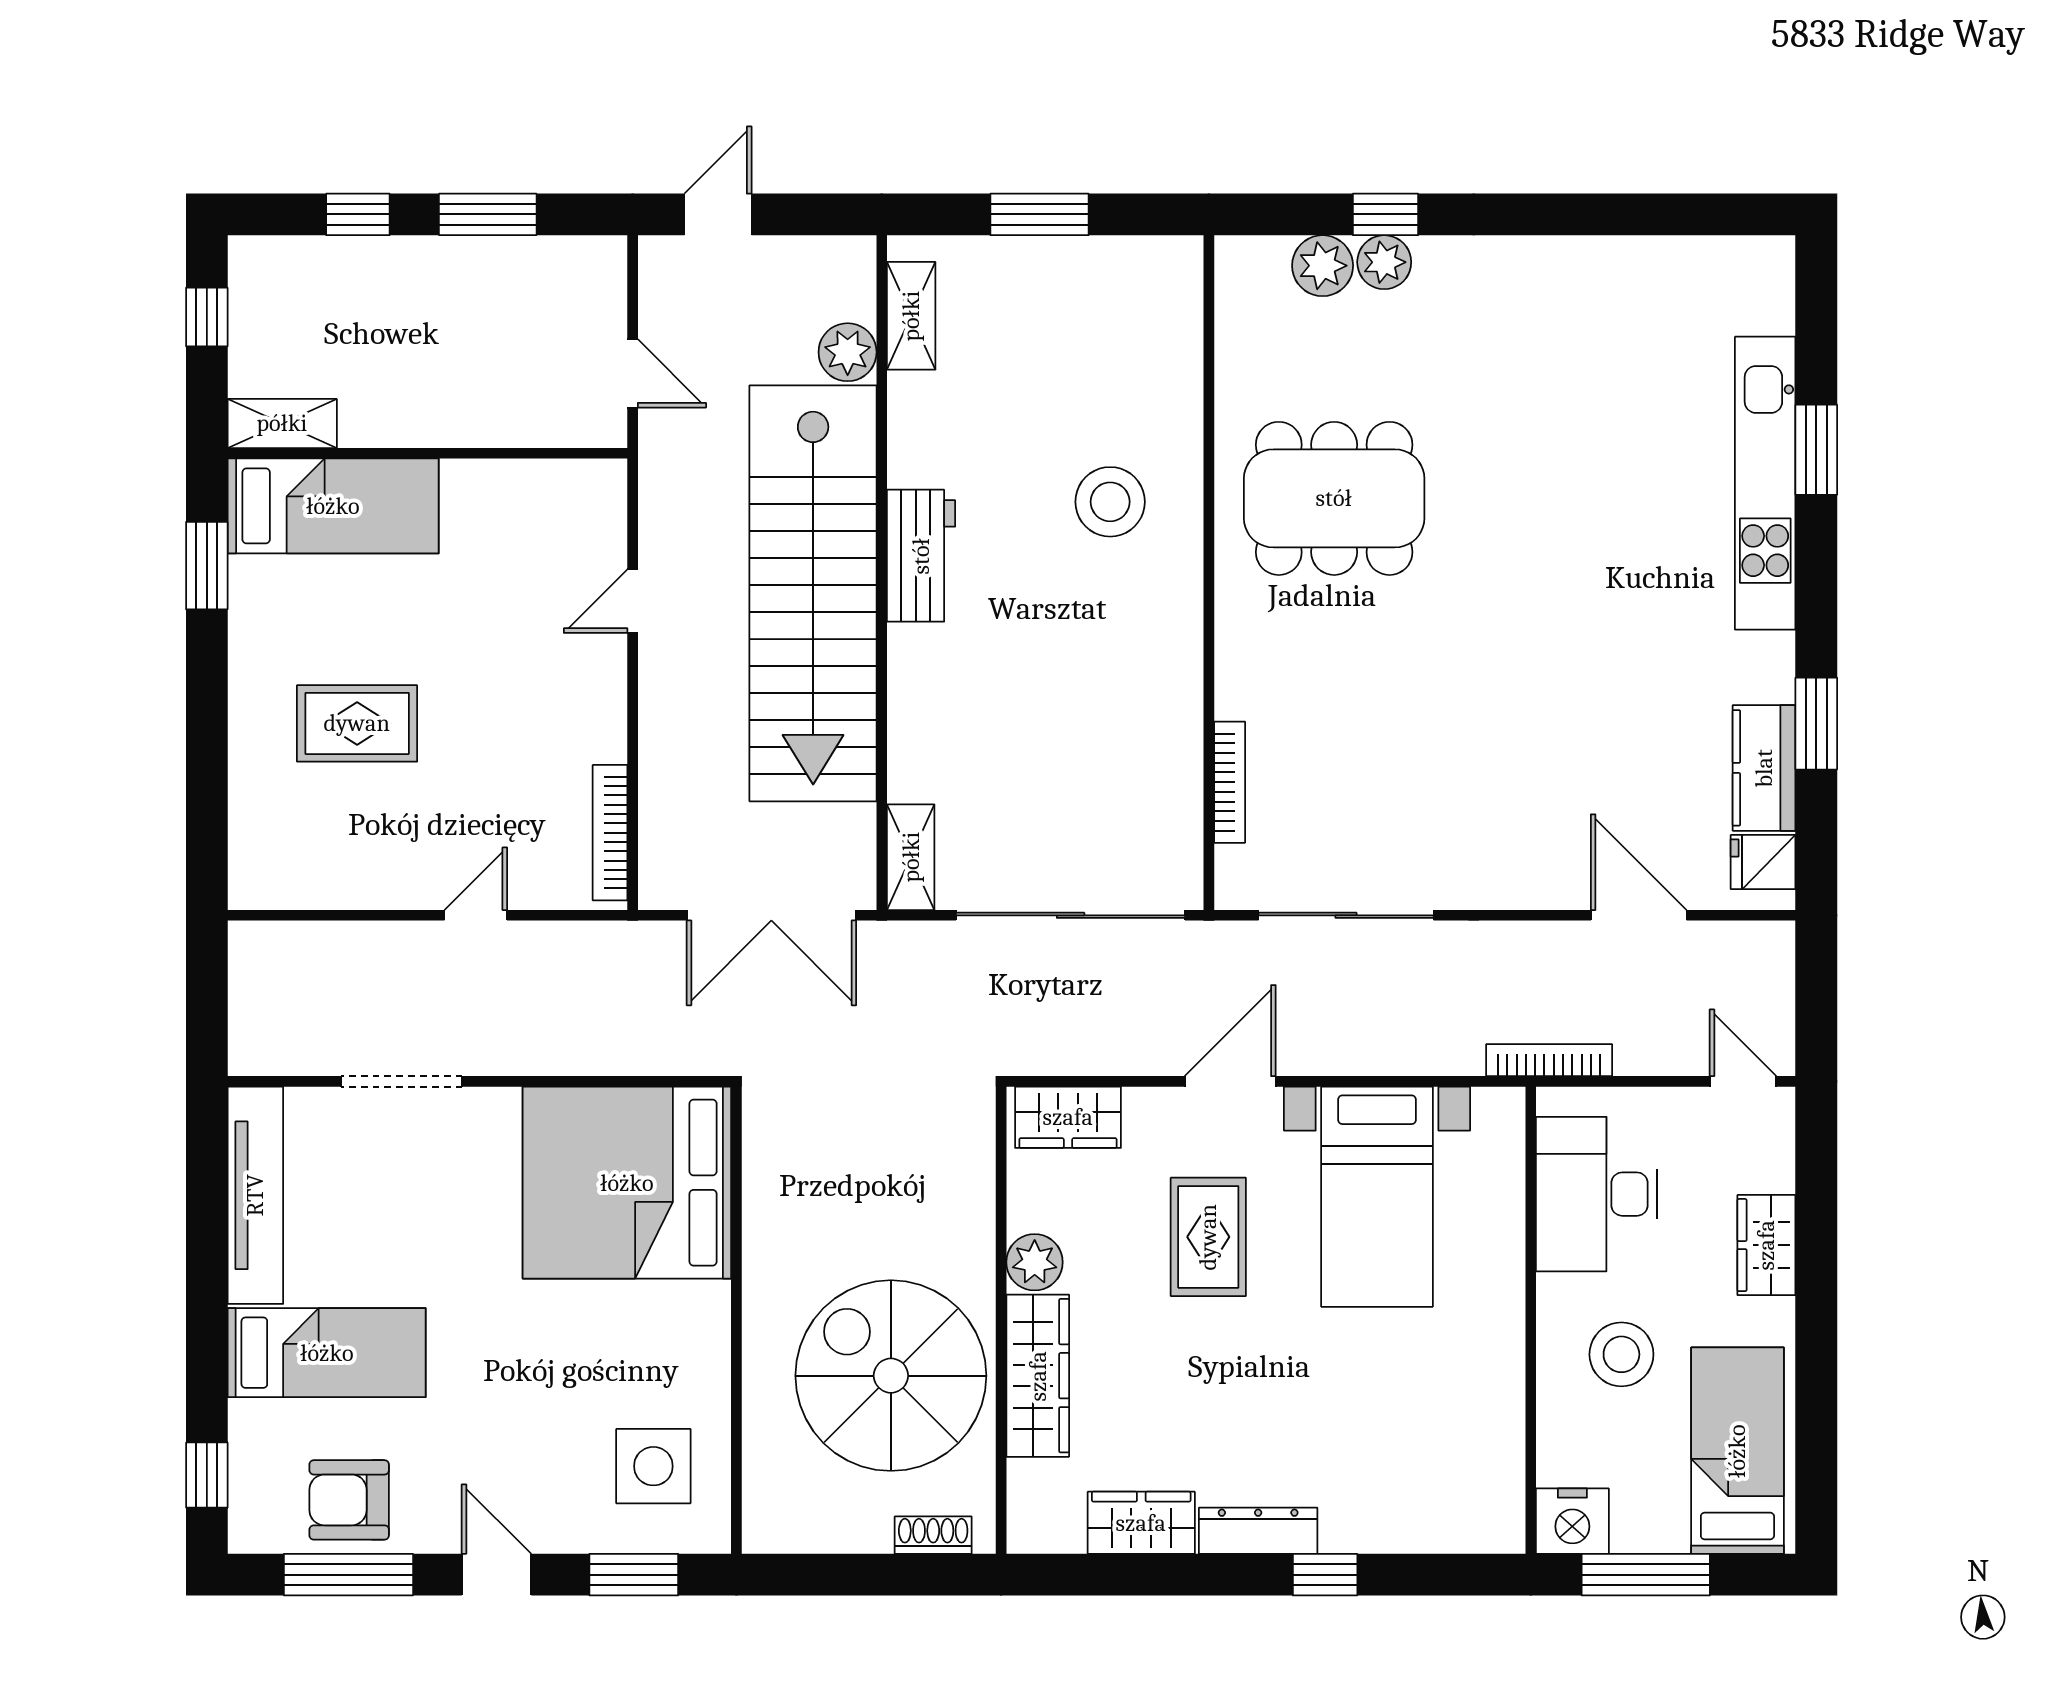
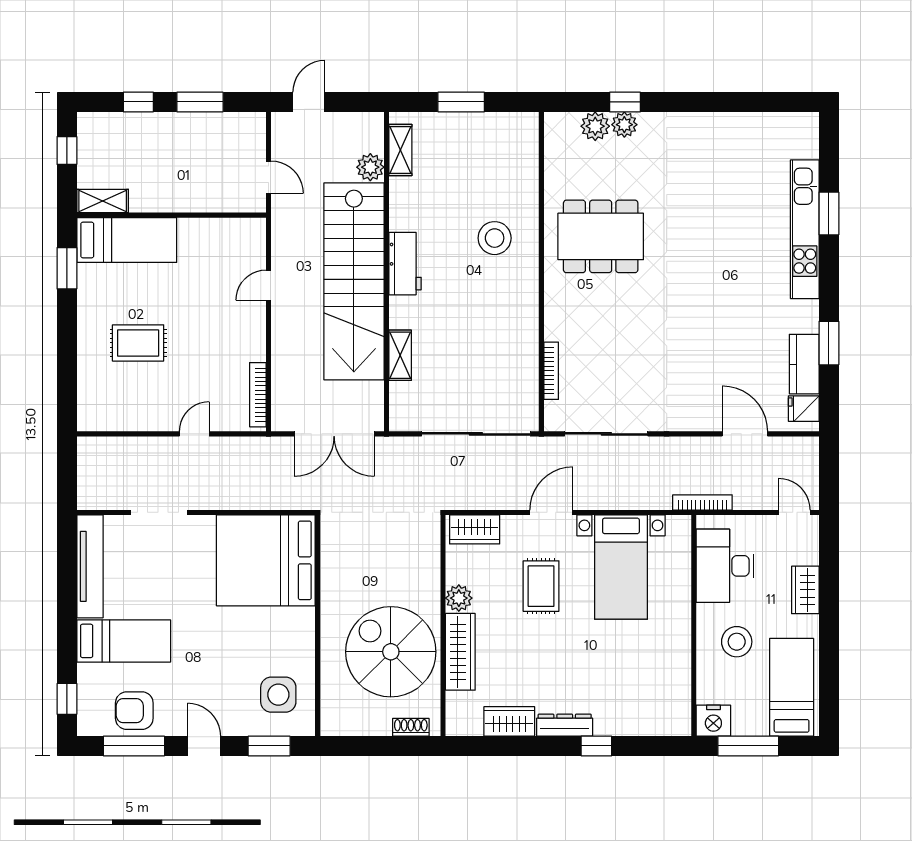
shelving: (911, 857) -> (400, 355), moved

